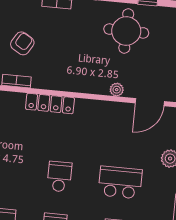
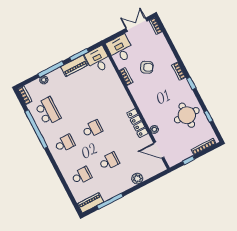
locker: (50, 103) -> (137, 123), moved
school desk: (120, 182) -> (109, 161), width x0.54

